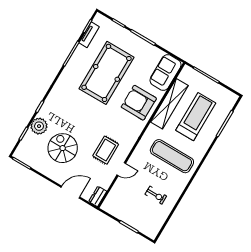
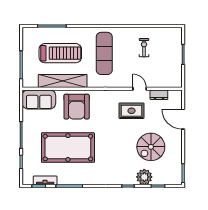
treadmill: (196, 117) -> (60, 53), turned 180
dresser: (98, 196) -> (159, 95), moved

